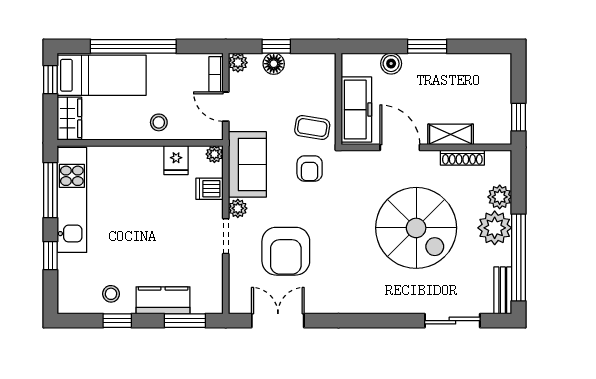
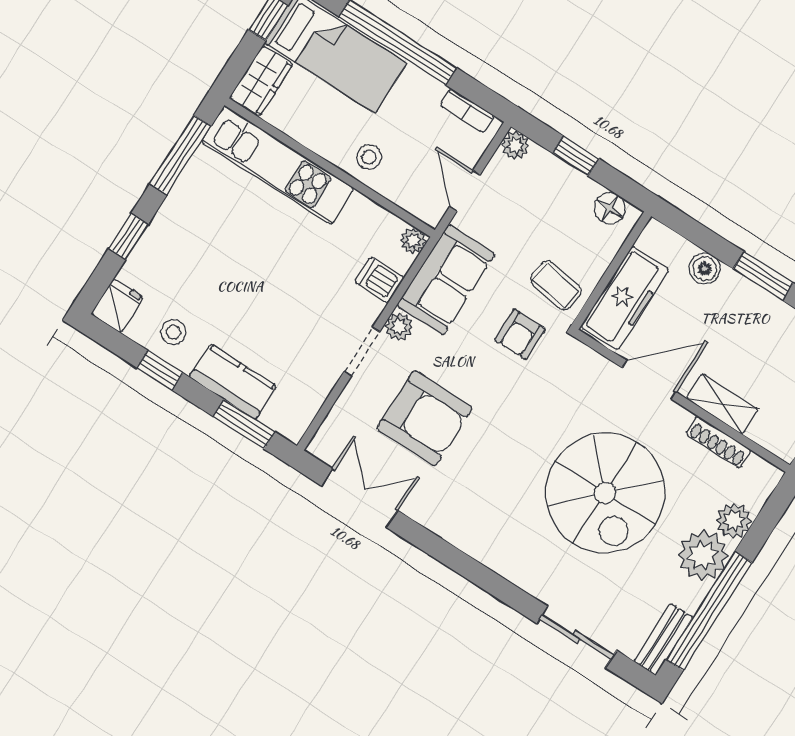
floor lamp: (274, 64) -> (610, 208), moved
bookcase: (216, 74) -> (467, 111), moved, turned -90
door: (400, 147) -> (649, 380), hinge flipped
fridge: (176, 160) -> (117, 306), moved, turned 180
kitchen unit: (72, 200) -> (278, 165), moved, turned 90
armchair: (286, 251) -> (425, 418), turned -90

